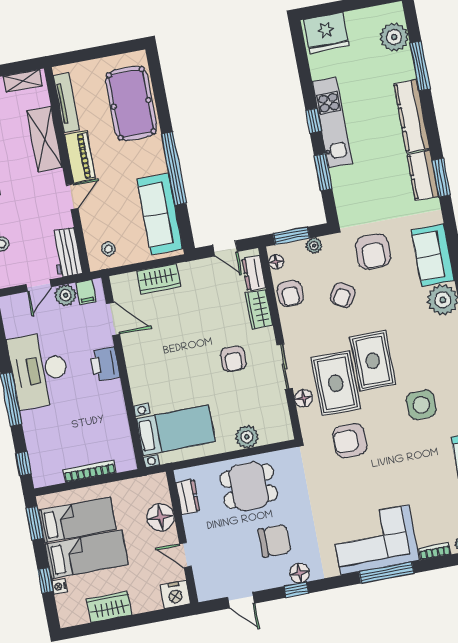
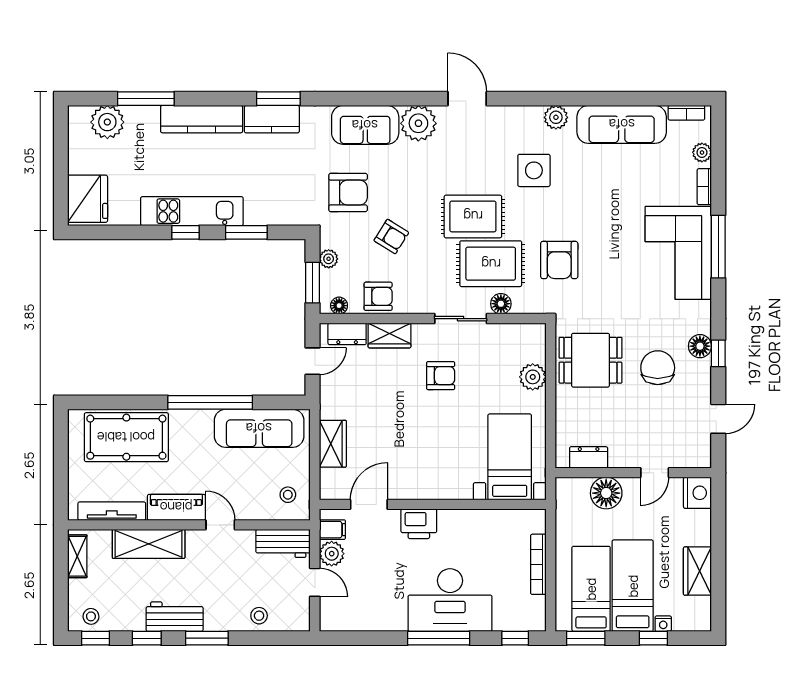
desk: (39, 370) -> (450, 600), moved
dining table: (249, 486) -> (590, 360), moved, turned 90

